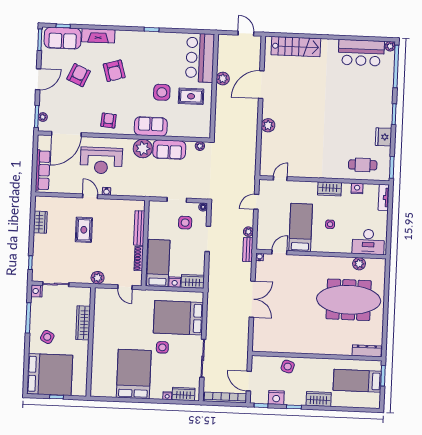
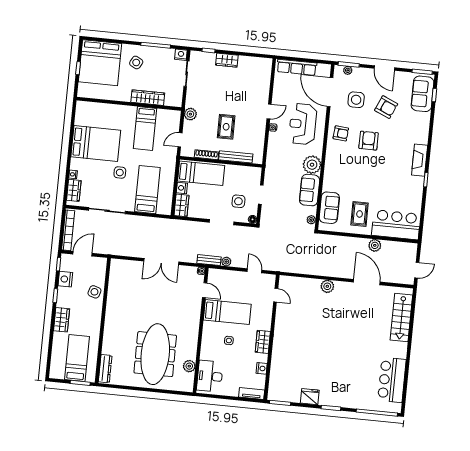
fireplace: (98, 36) -> (420, 160), moved
plant: (390, 46) -> (397, 408), removed
armchair: (114, 71) -> (369, 141), moved, turned 106
side table: (162, 92) -> (356, 100), moved
sofa: (151, 126) -> (329, 208), moved
cafe table: (363, 165) -> (284, 375), removed
wardrobe: (40, 222) -> (227, 60), moved
rug: (84, 230) -> (226, 127), moved, turned 90
bed: (178, 318) -> (147, 190), width x0.67
bed: (115, 324) -> (145, 128), added

